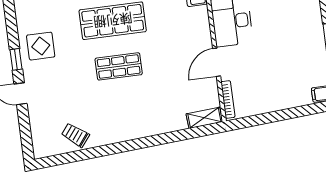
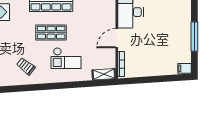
checkout: (146, 101) -> (66, 58), added
trolley: (75, 135) -> (26, 66), moved

